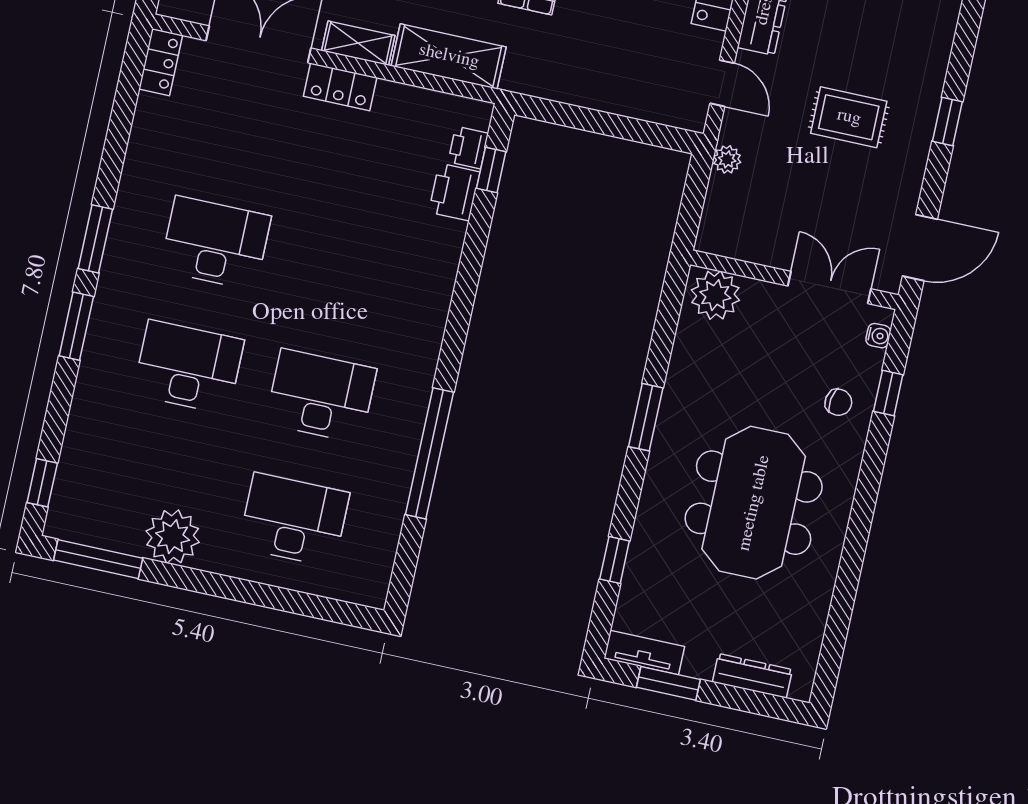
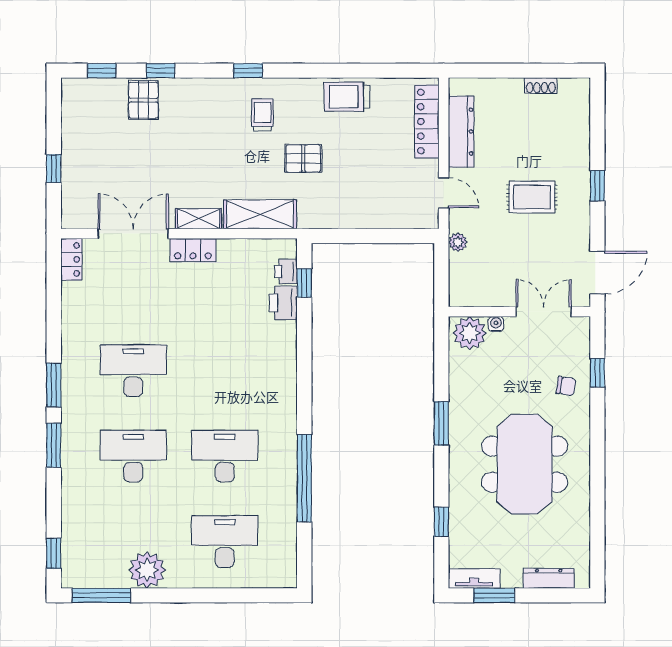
water cooler: (878, 336) -> (496, 324), moved, turned -90

